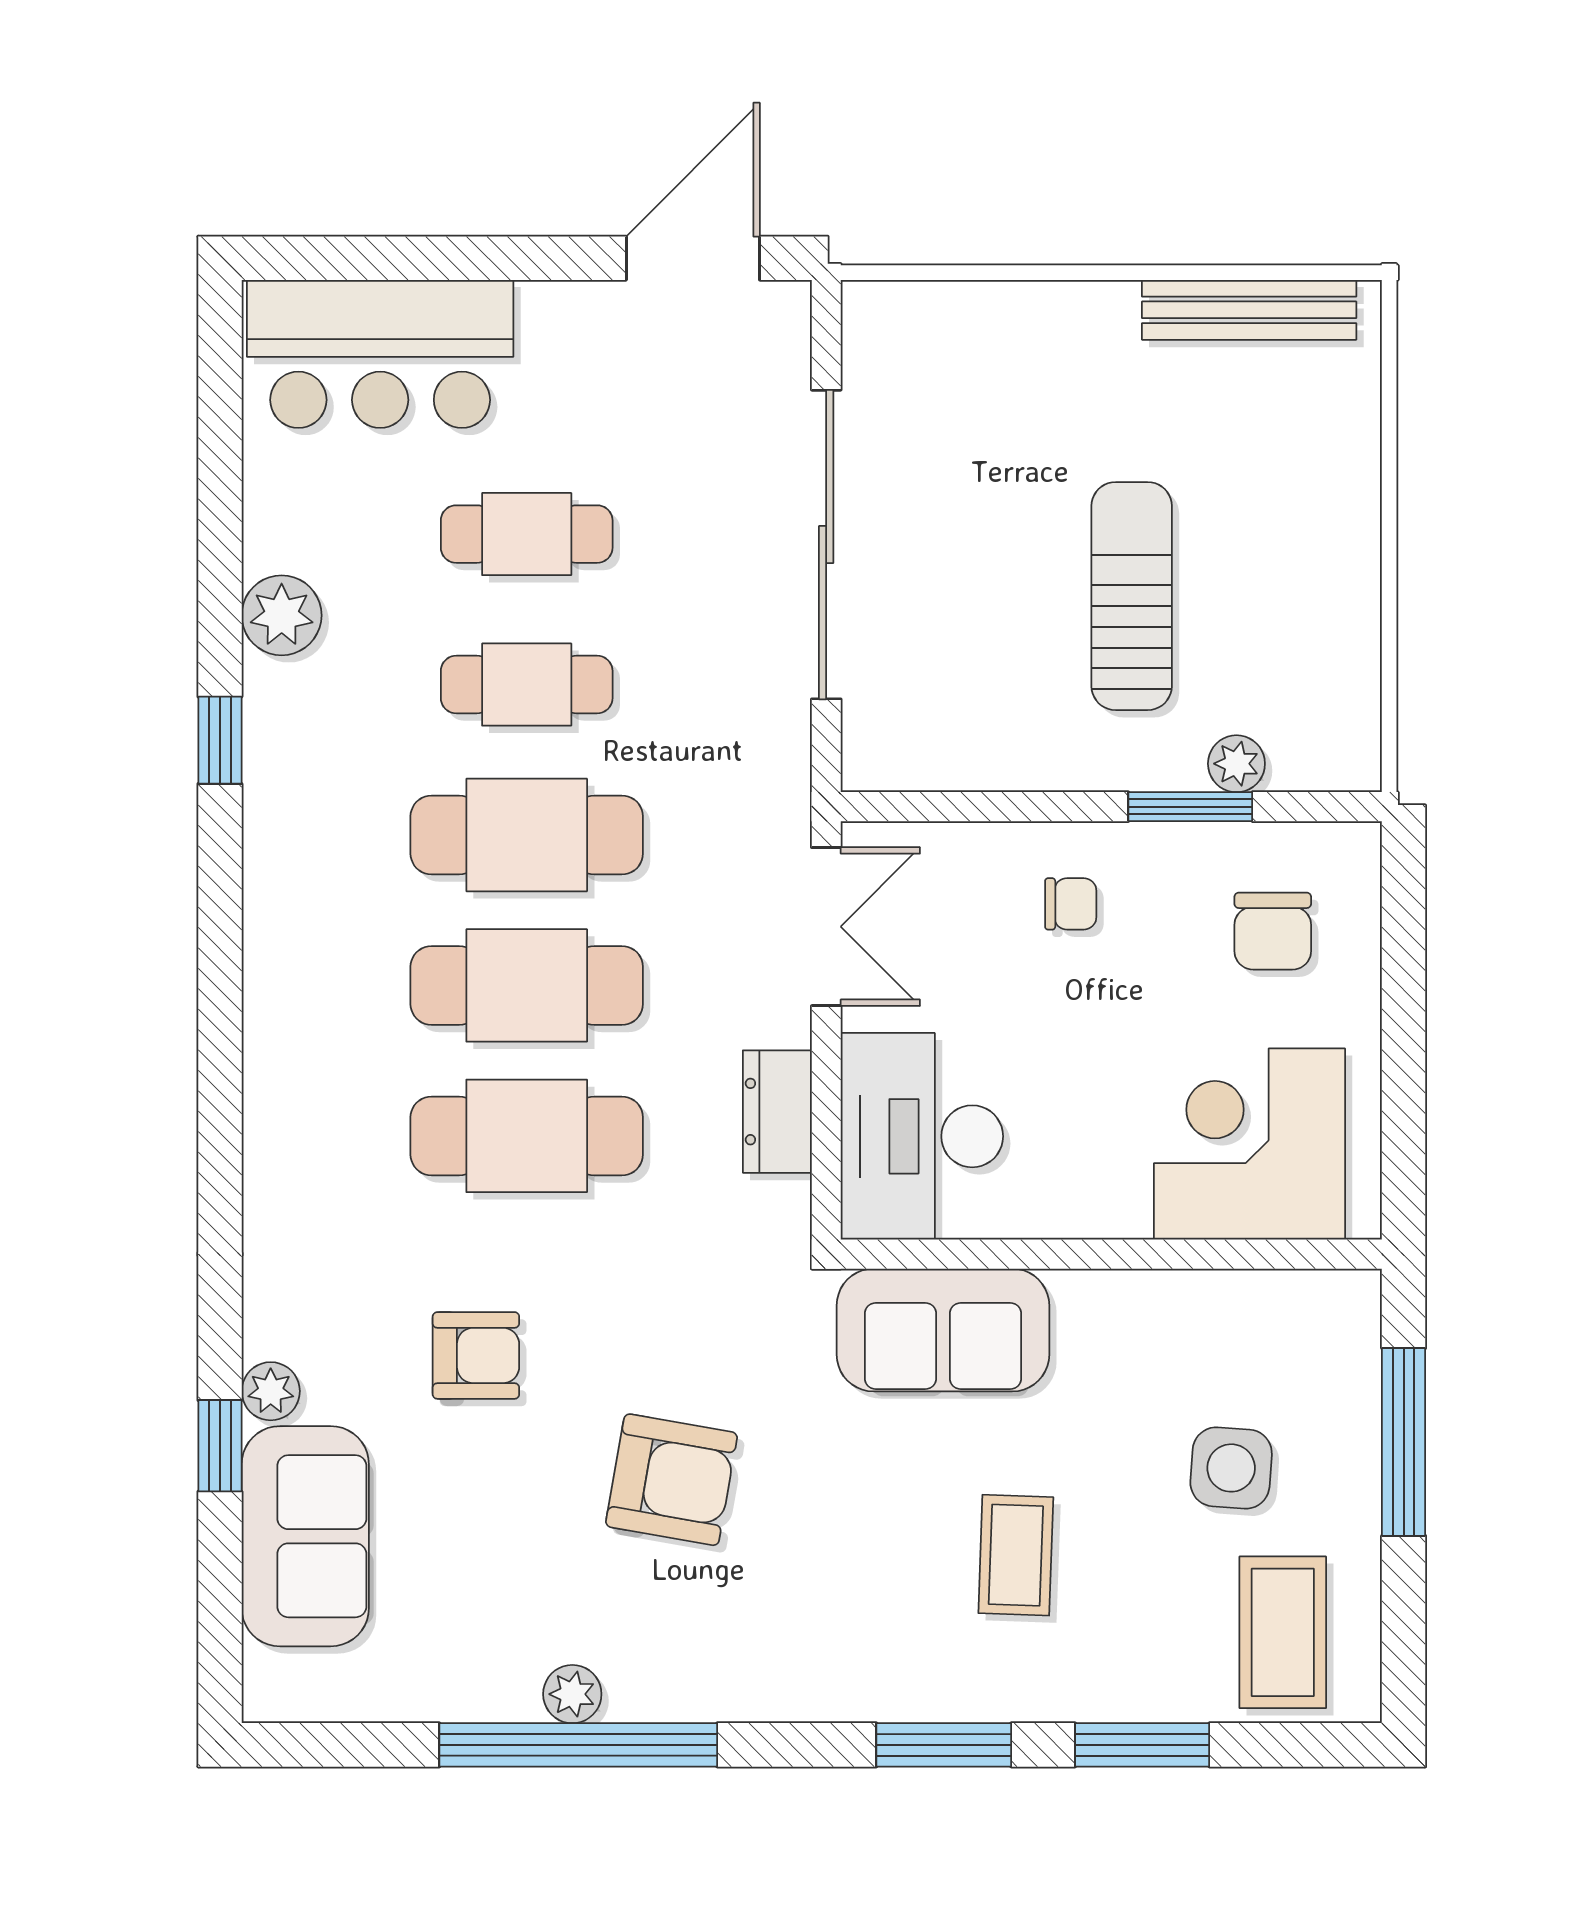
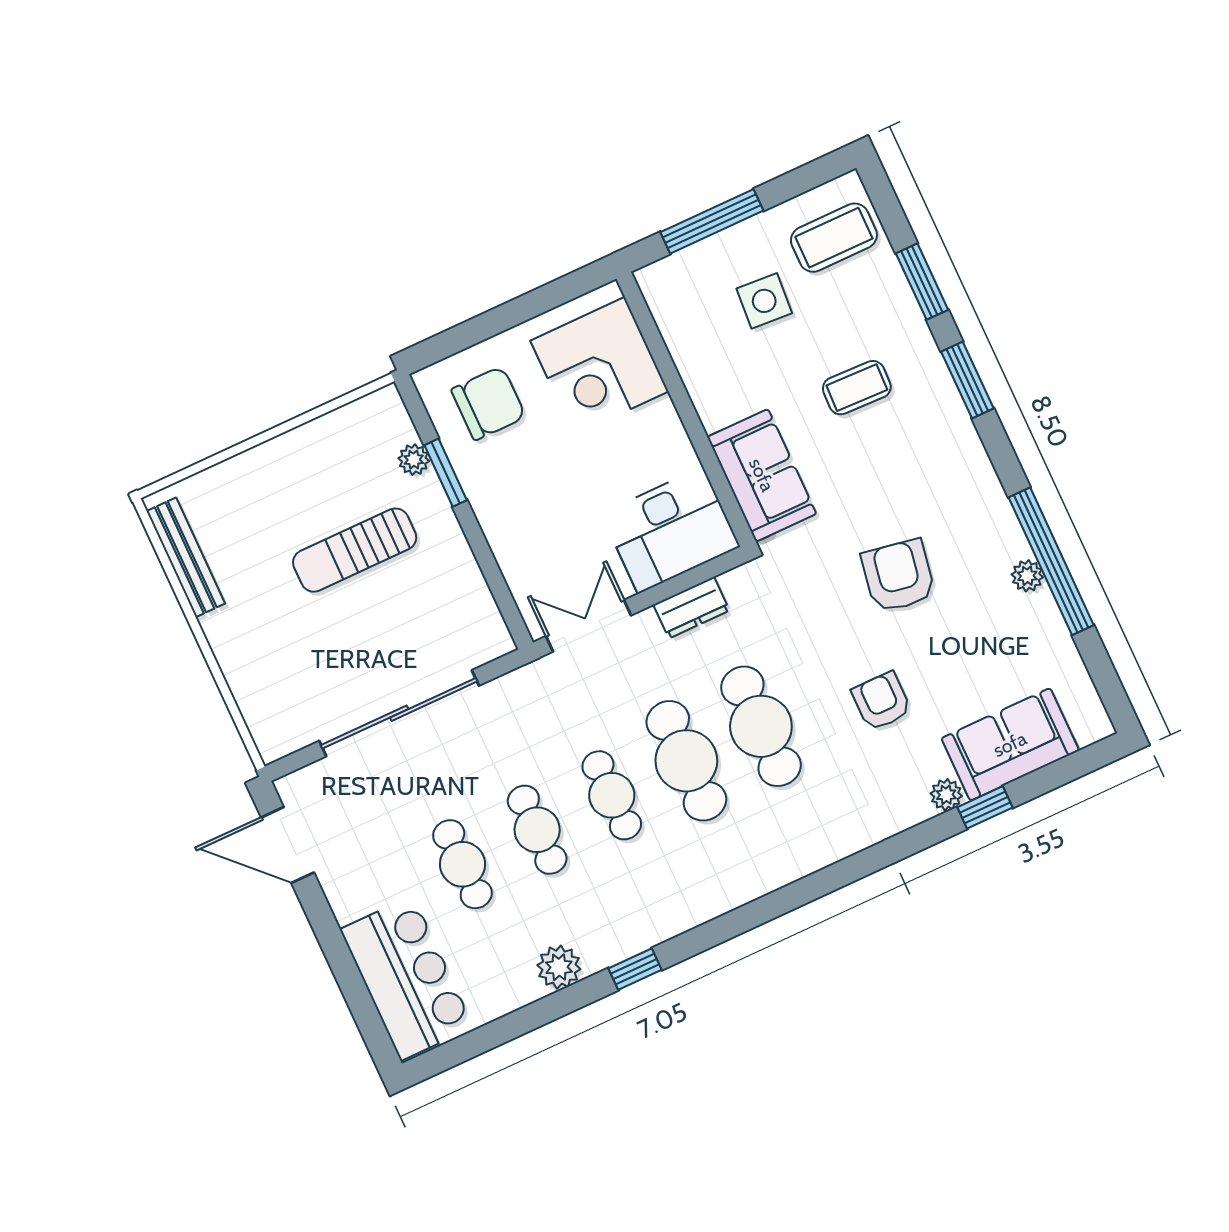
cafe table: (527, 835) -> (612, 795), width x0.73, depth x0.74
chair: (1071, 904) -> (521, 510), removed
chair: (1273, 931) -> (488, 403), width x1.37, depth x1.37

